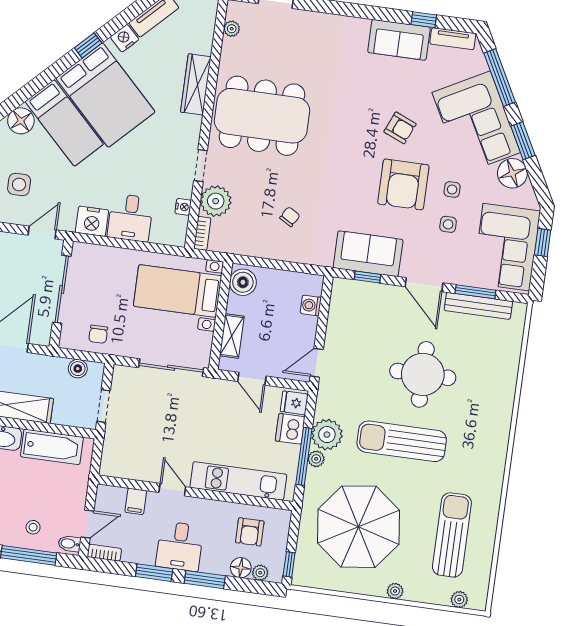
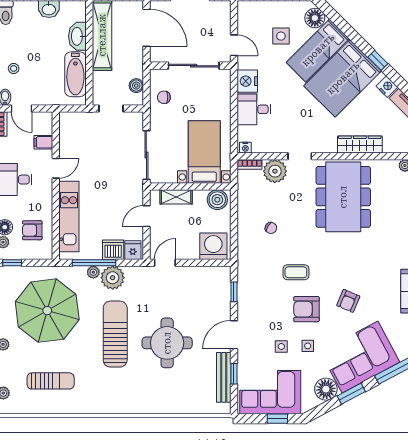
armchair: (403, 184) -> (306, 309), width x0.73, depth x0.73
side table: (19, 185) -> (281, 36), moved
coffee table: (353, 192) -> (296, 272), added
nightstand: (183, 207) -> (245, 148), moved
sofa: (368, 254) -> (251, 290), removed
window: (475, 292) -> (234, 374), width x0.67
washing machine: (311, 305) -> (213, 246), width x1.89, depth x1.89
door: (317, 363) -> (165, 263), hinge flipped
sun lounger: (452, 535) -> (51, 381), width x0.73, depth x0.75

